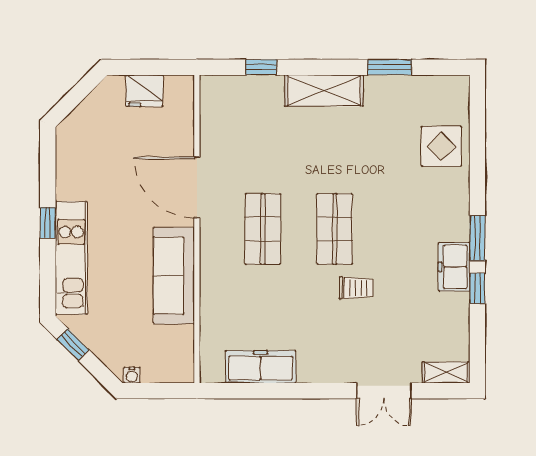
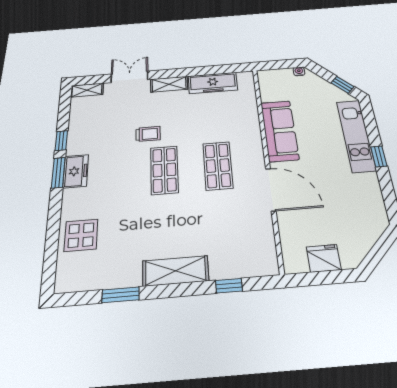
freezer: (454, 267) -> (76, 171), moved
trolley: (356, 288) -> (148, 134), turned 180
shelving: (325, 371) -> (169, 84), added

